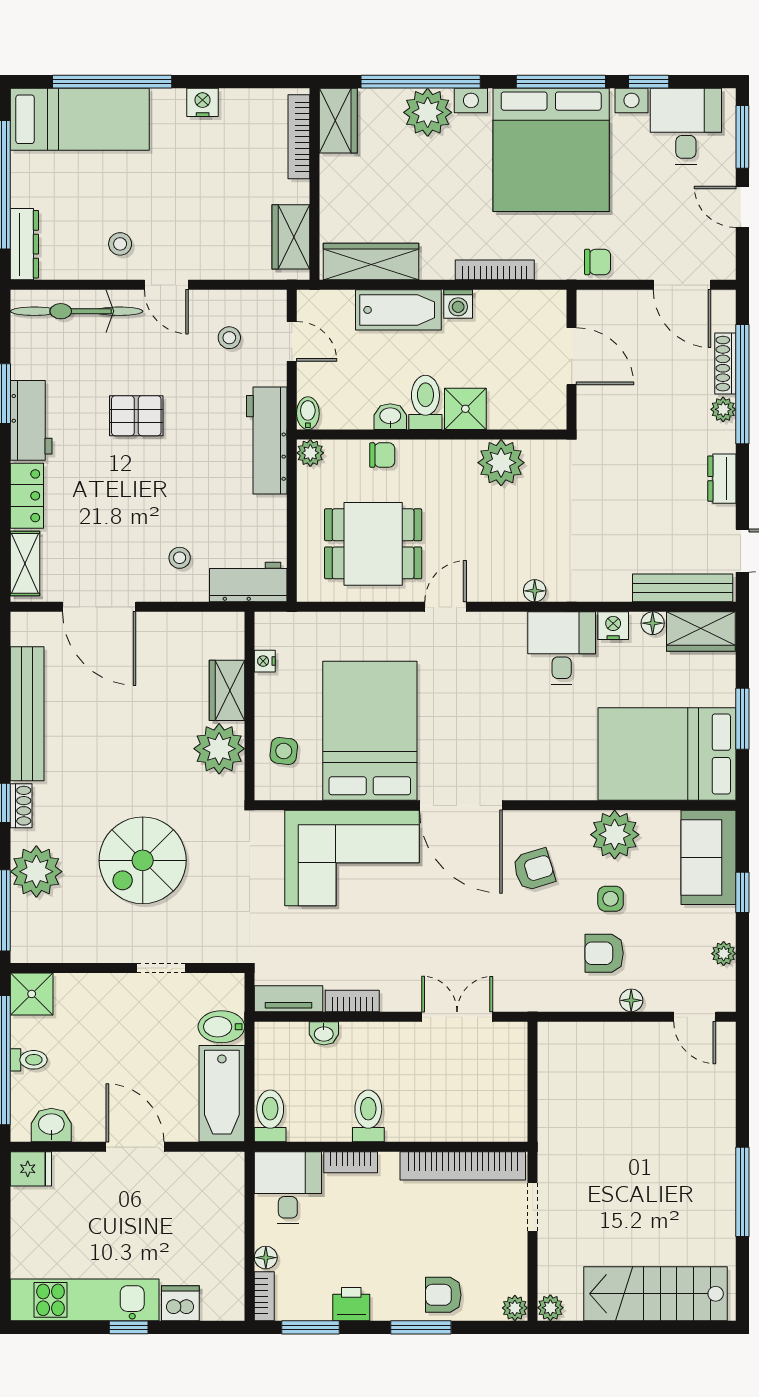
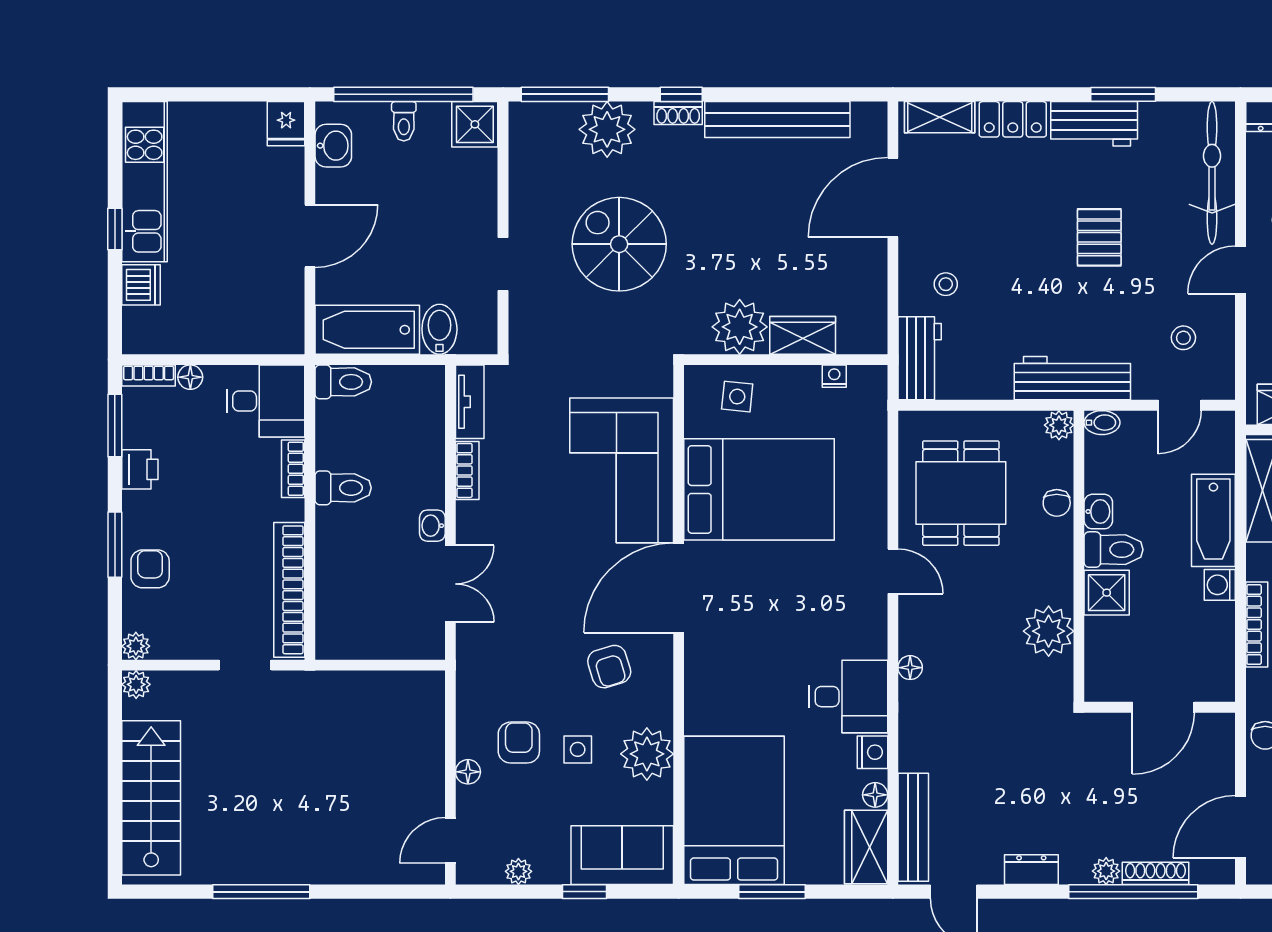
washbasin: (324, 1033) -> (432, 526), moved

